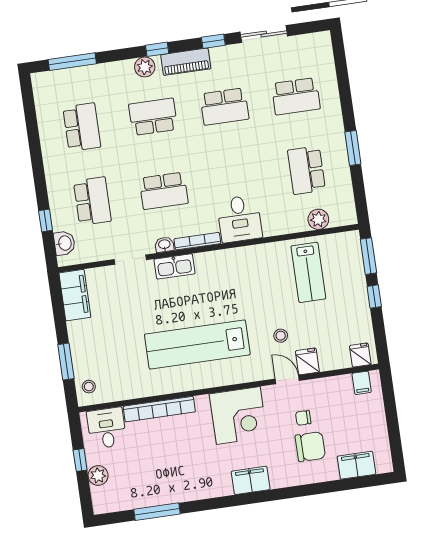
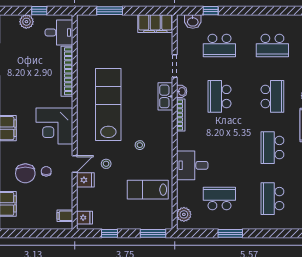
desk: (239, 219) -> (192, 165), moved
plant: (318, 219) -> (184, 214), moved
window: (374, 296) -> (109, 233), moved
stool: (89, 387) -> (140, 145), moved

